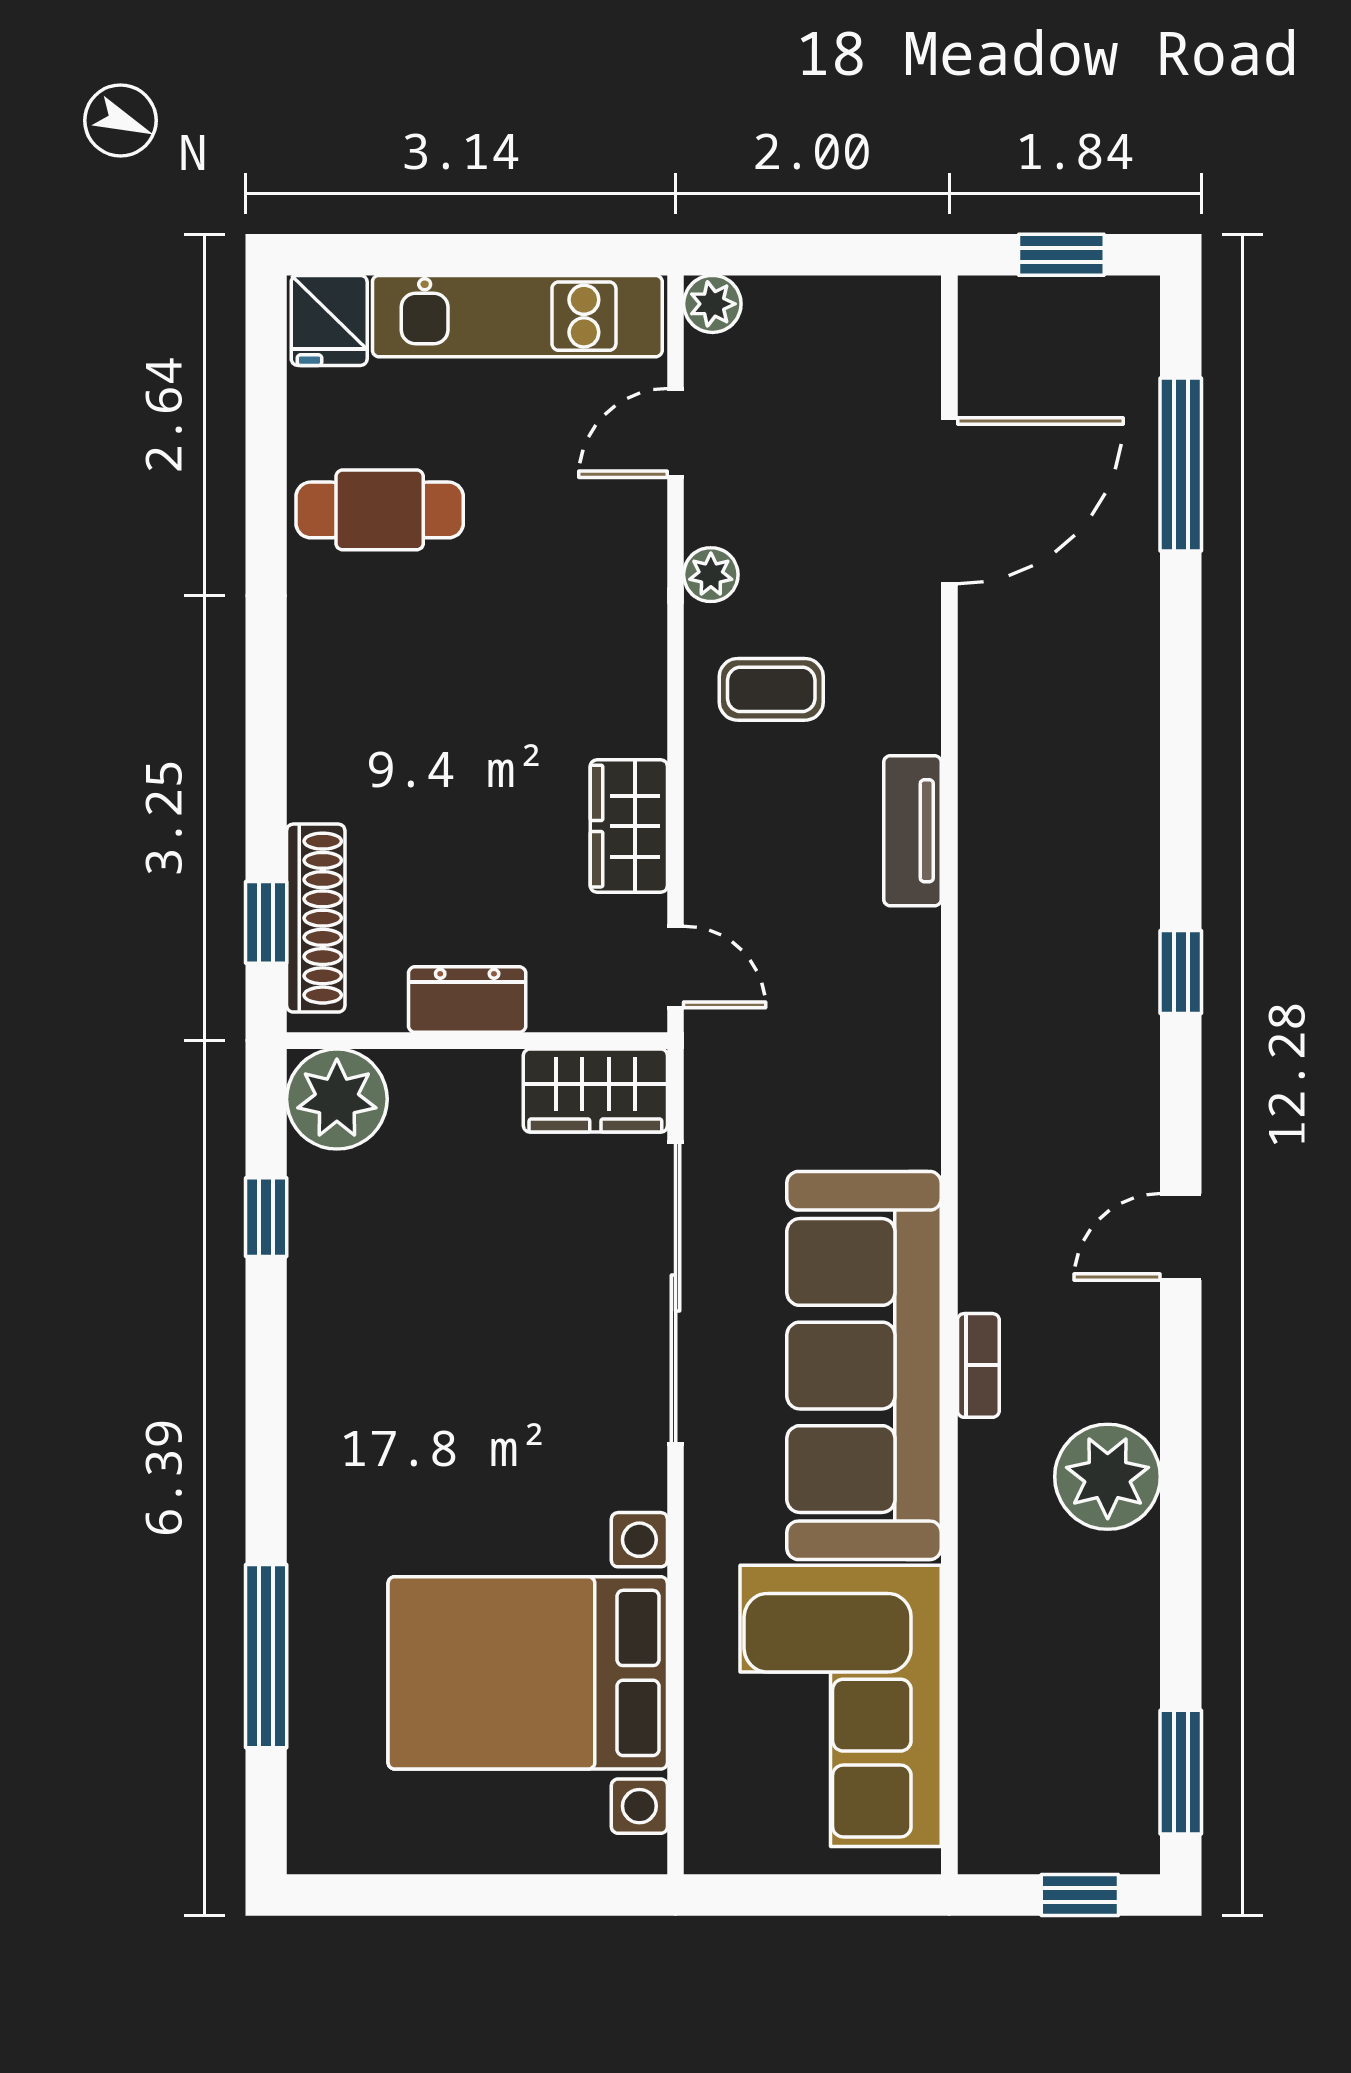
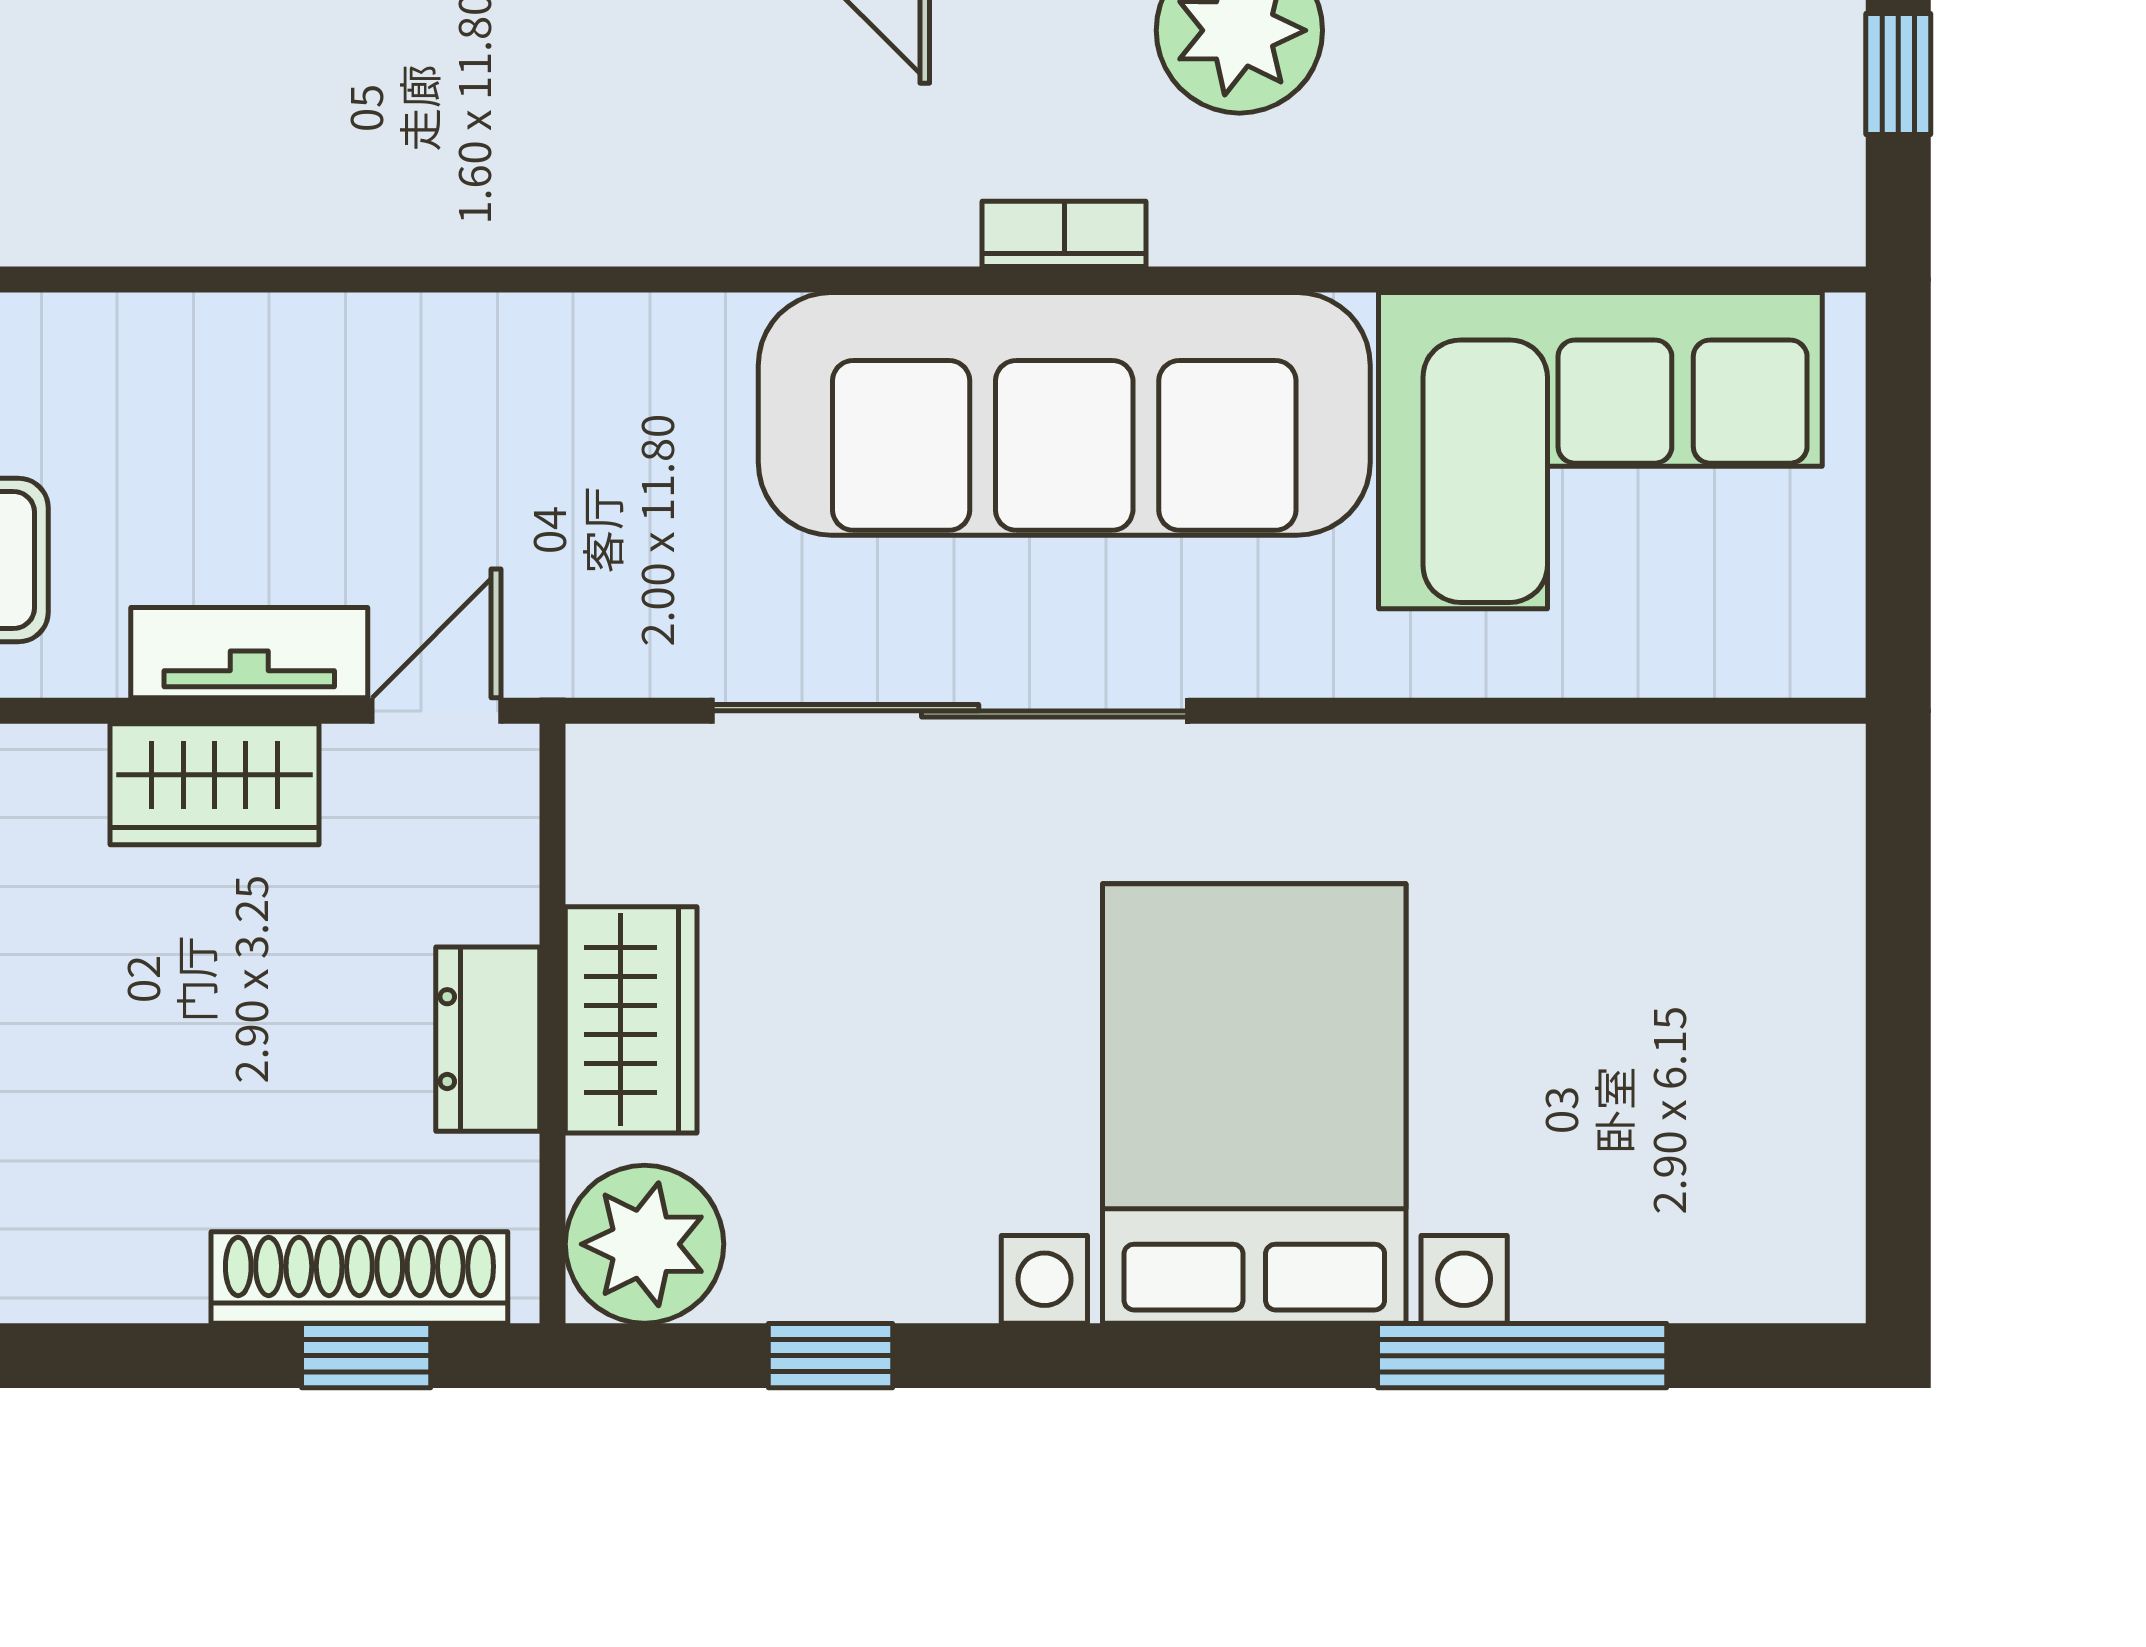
tv unit: (912, 831) -> (249, 653), moved, turned 180
wardrobe: (595, 1091) -> (631, 1020), moved
bed with nightstands: (528, 1673) -> (1254, 1103), moved, turned 180

